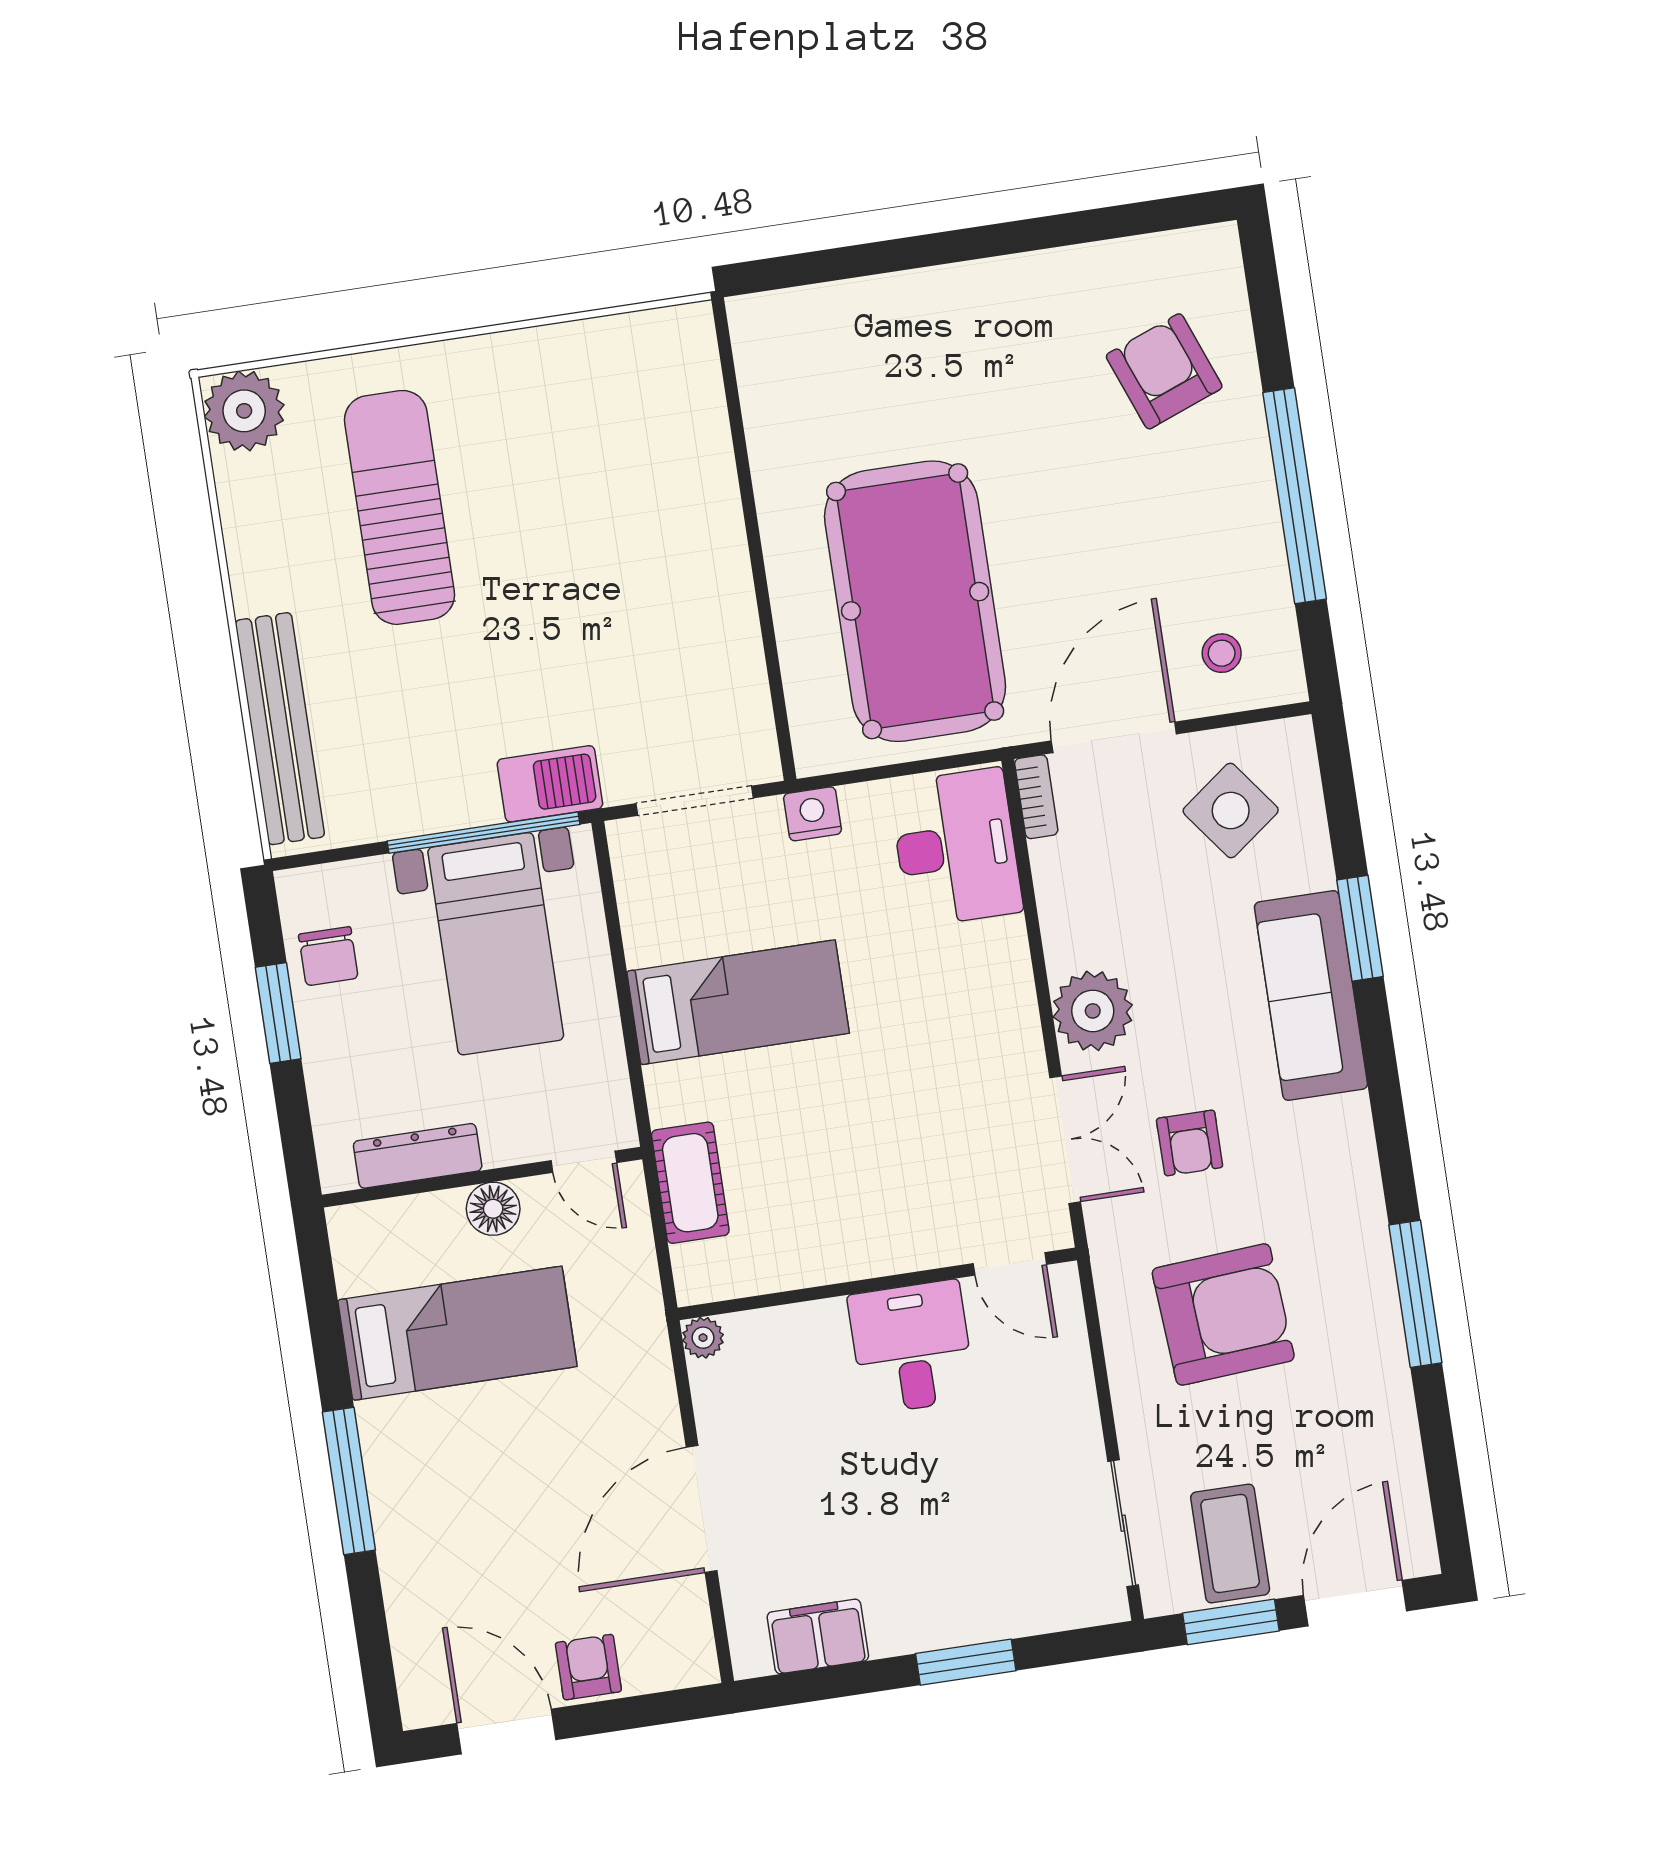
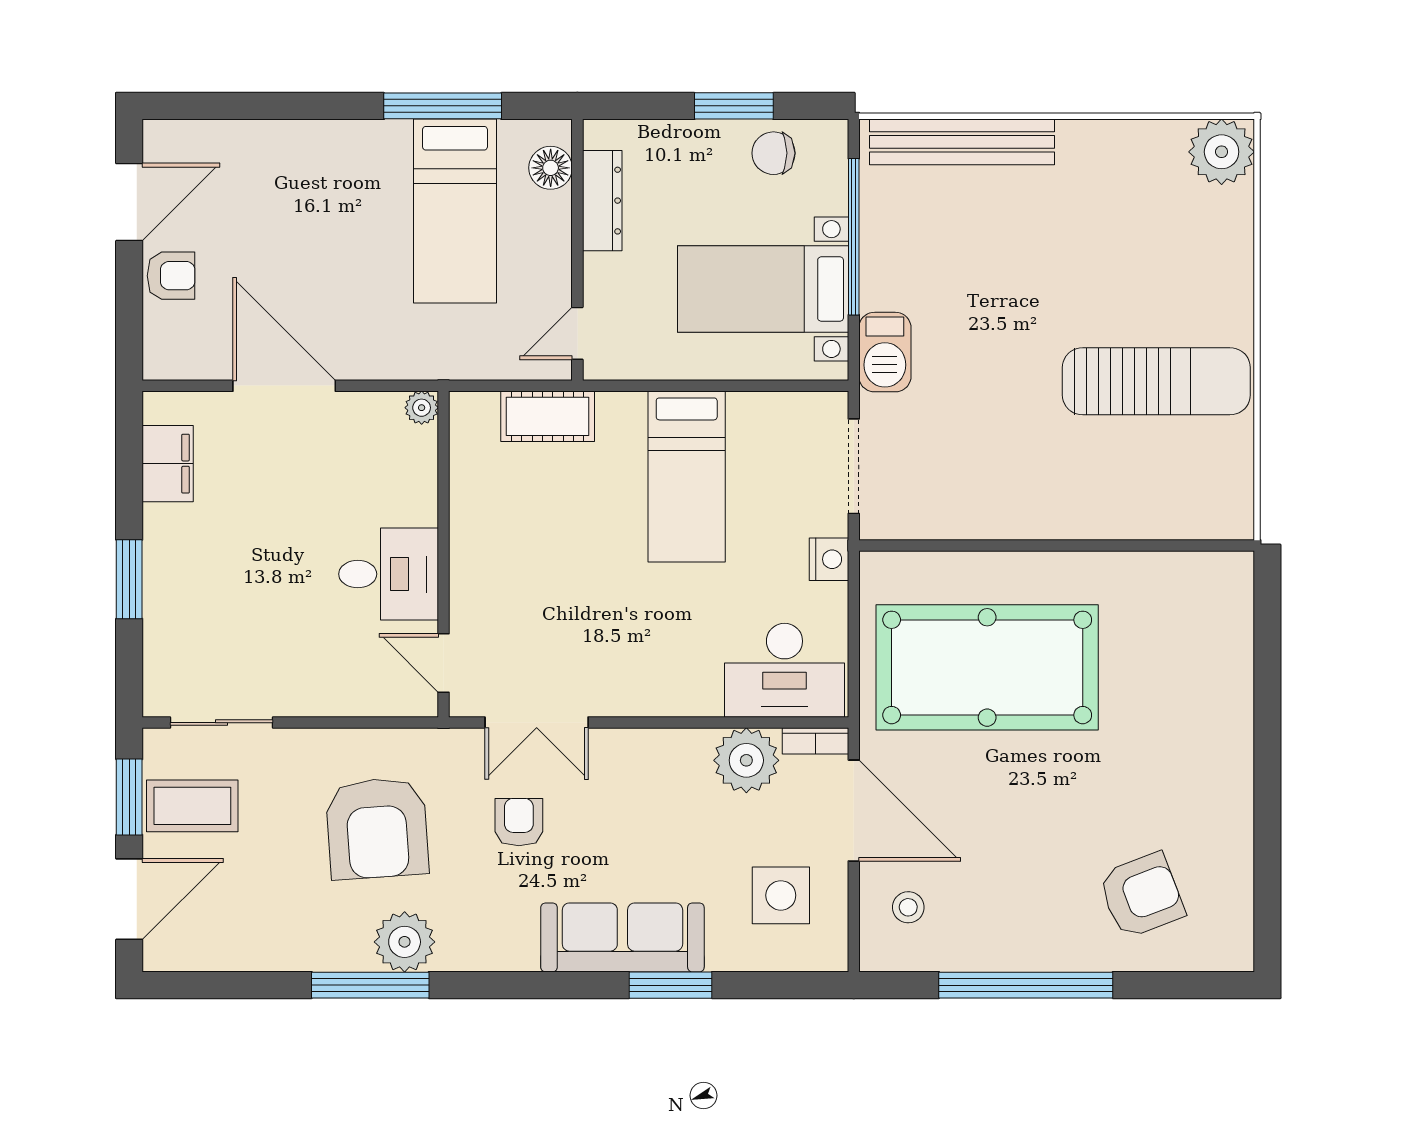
sun lounger: (399, 507) -> (1156, 381), moved
side table: (1231, 811) -> (781, 895), turned 37
window: (483, 833) -> (854, 237), moved
plant: (1093, 1011) -> (746, 760), moved
armchair: (1190, 1143) -> (519, 822), turned 90
floor lamp: (493, 1209) -> (551, 168), moved
plant: (1356, 1260) -> (405, 942), added
door: (1010, 1264) -> (444, 663), hinge flipped
window: (349, 1481) -> (443, 106), moved
door: (1355, 1603) -> (129, 899), hinge flipped

